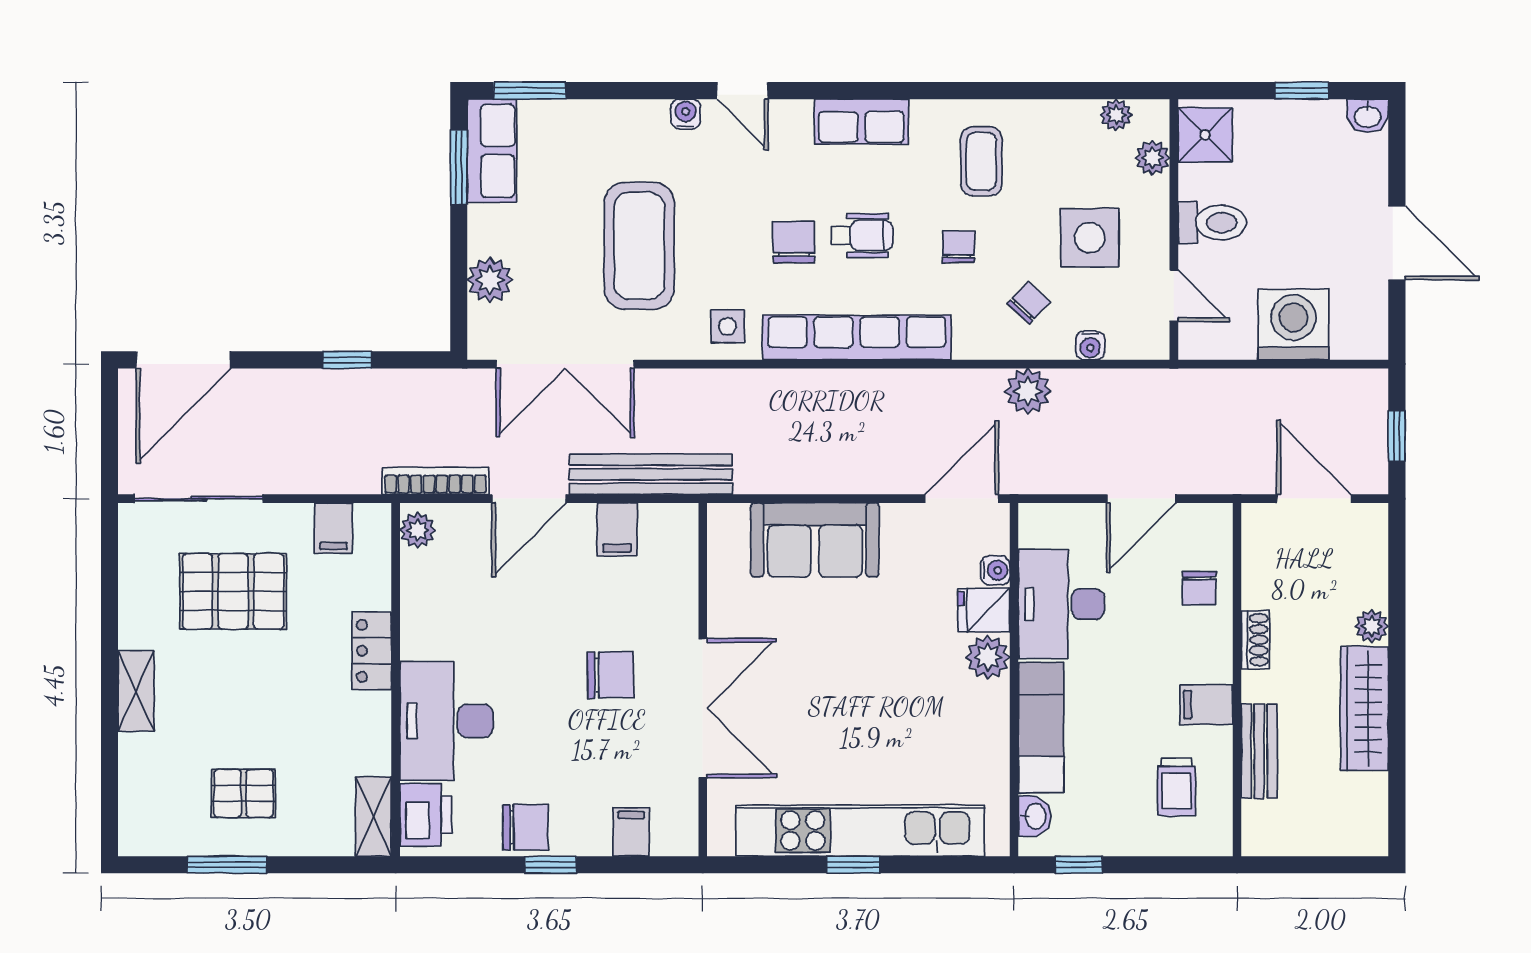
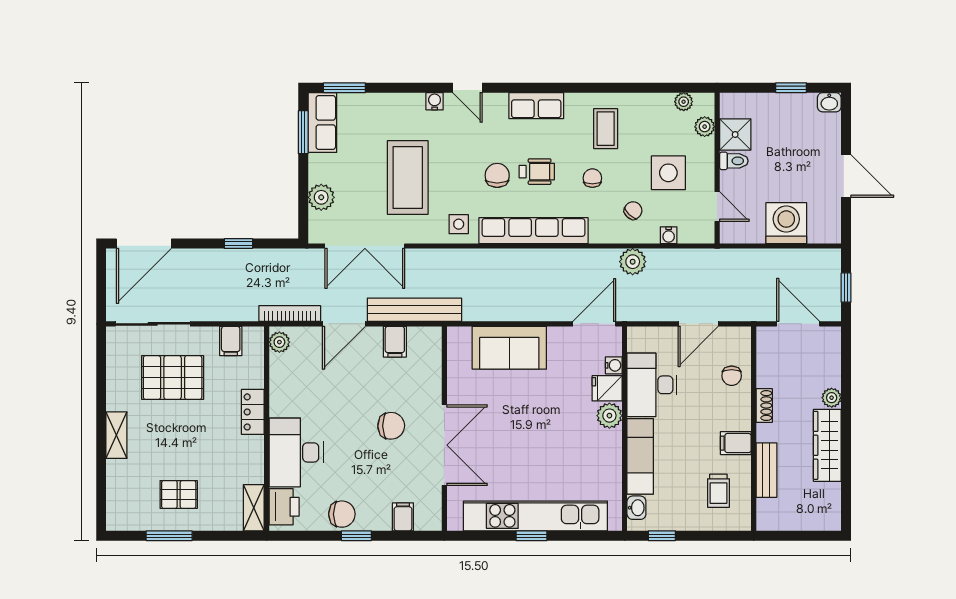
shower: (1205, 135) -> (735, 134), moved
toilet: (1212, 223) -> (734, 161), width x0.73, depth x0.72

